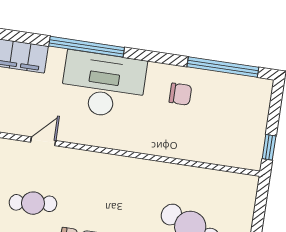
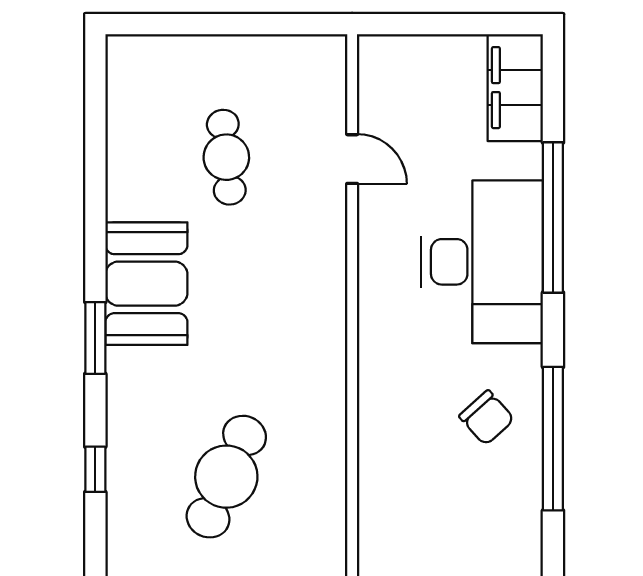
window: (223, 67) -> (553, 439), moved
chair: (180, 94) -> (487, 418), turned -42

